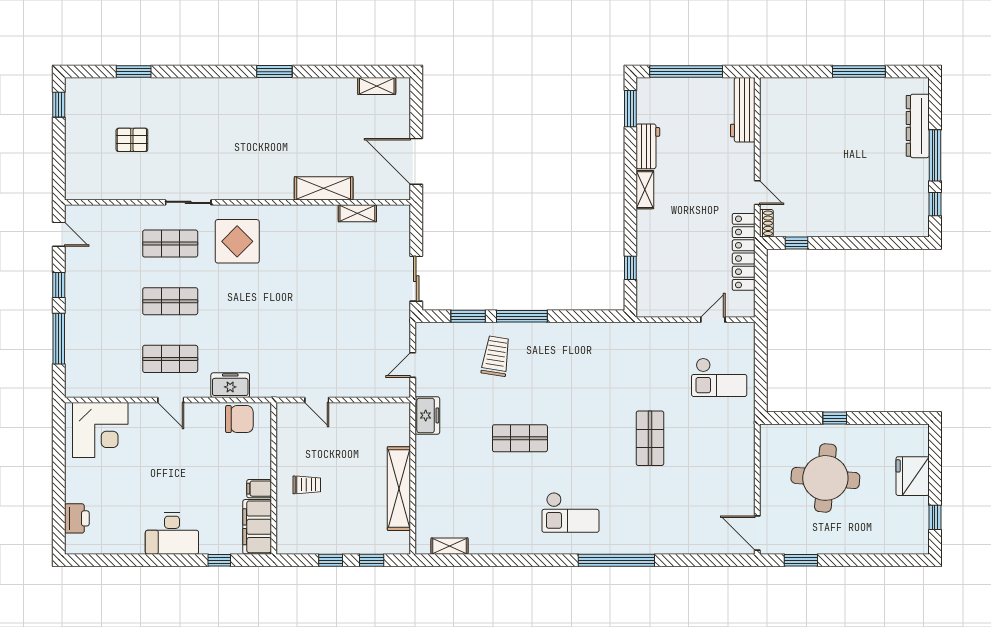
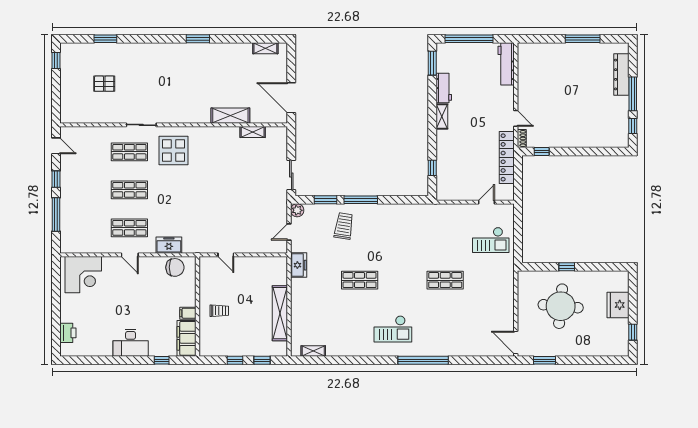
plant: (425, 332) -> (297, 210), added
shop shelf: (650, 438) -> (445, 280), turned 90

